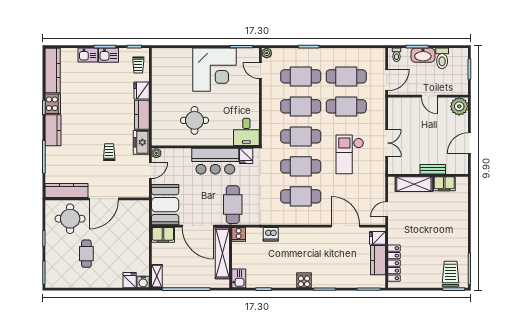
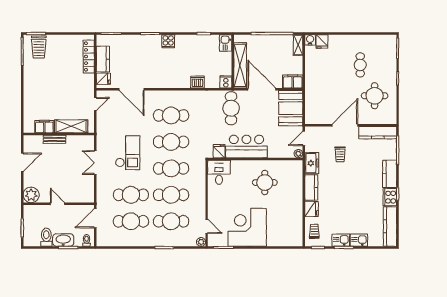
kitchen counter: (67, 190) -> (378, 133), moved
wall: (97, 199) -> (351, 125), moved
door: (104, 199) -> (345, 125), moved

